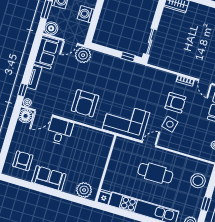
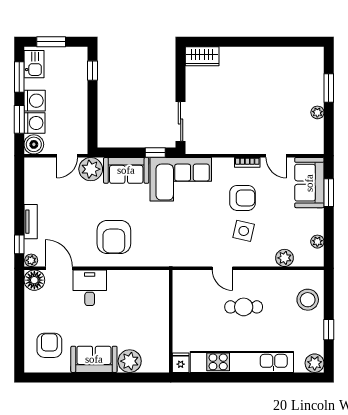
washing machine: (86, 14) -> (34, 123), moved, turned 180
sofa: (46, 52) -> (126, 170), moved, turned 90
door: (44, 113) -> (59, 268), swing flipped
corner sofa: (126, 121) -> (181, 179), moved, turned 180
door: (149, 144) -> (222, 268), swing flipped
plant: (191, 149) -> (284, 258), added
cafe table: (155, 173) -> (244, 307), width x0.73, depth x0.74
plant: (84, 190) -> (130, 361), moved

